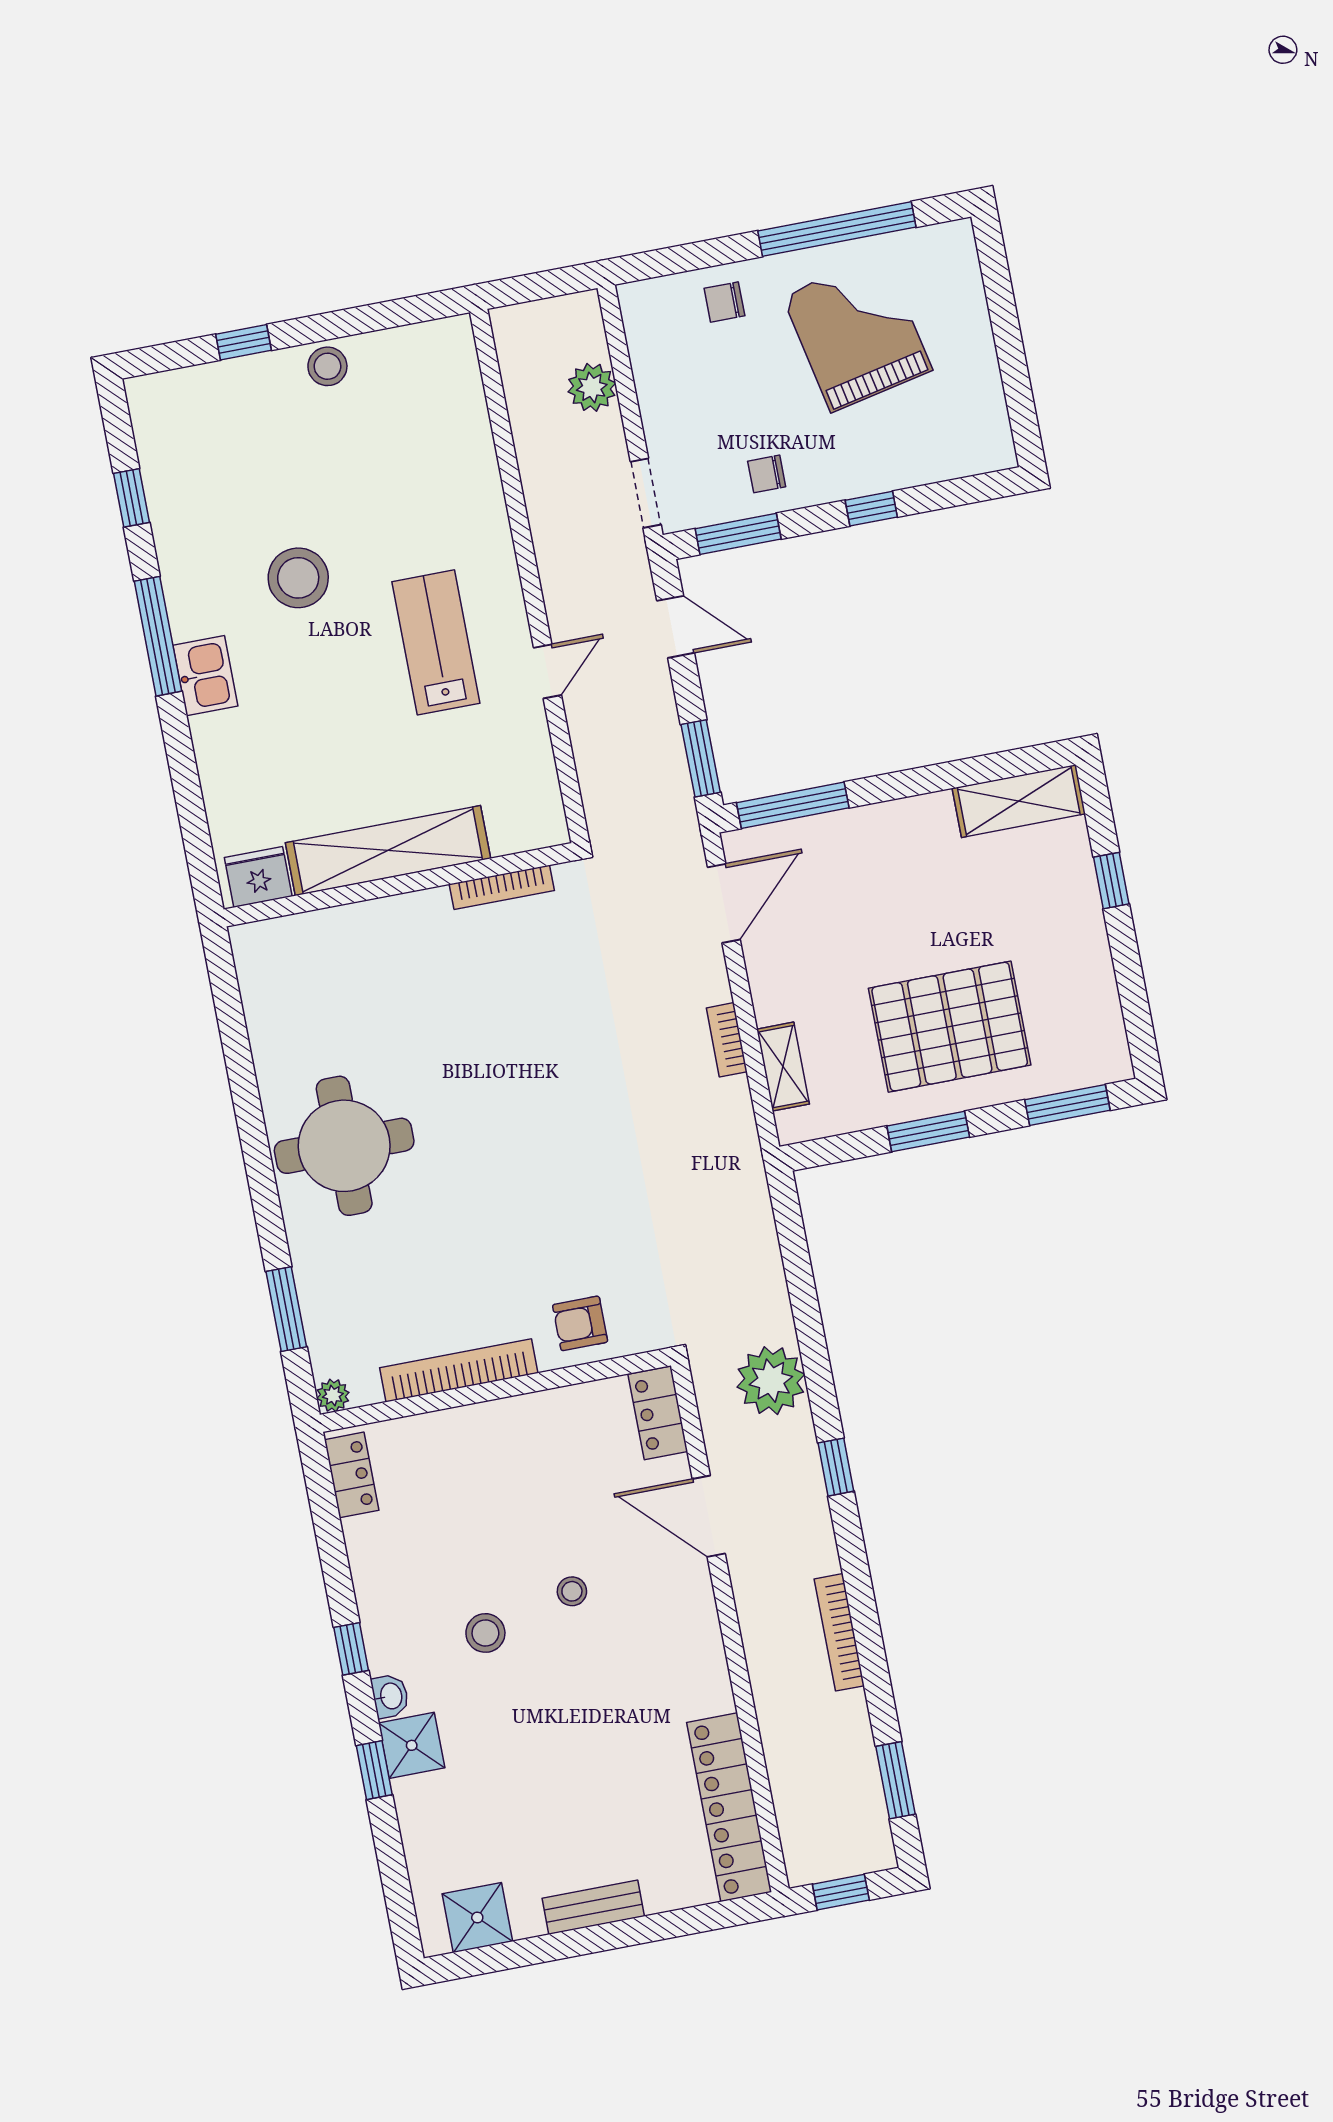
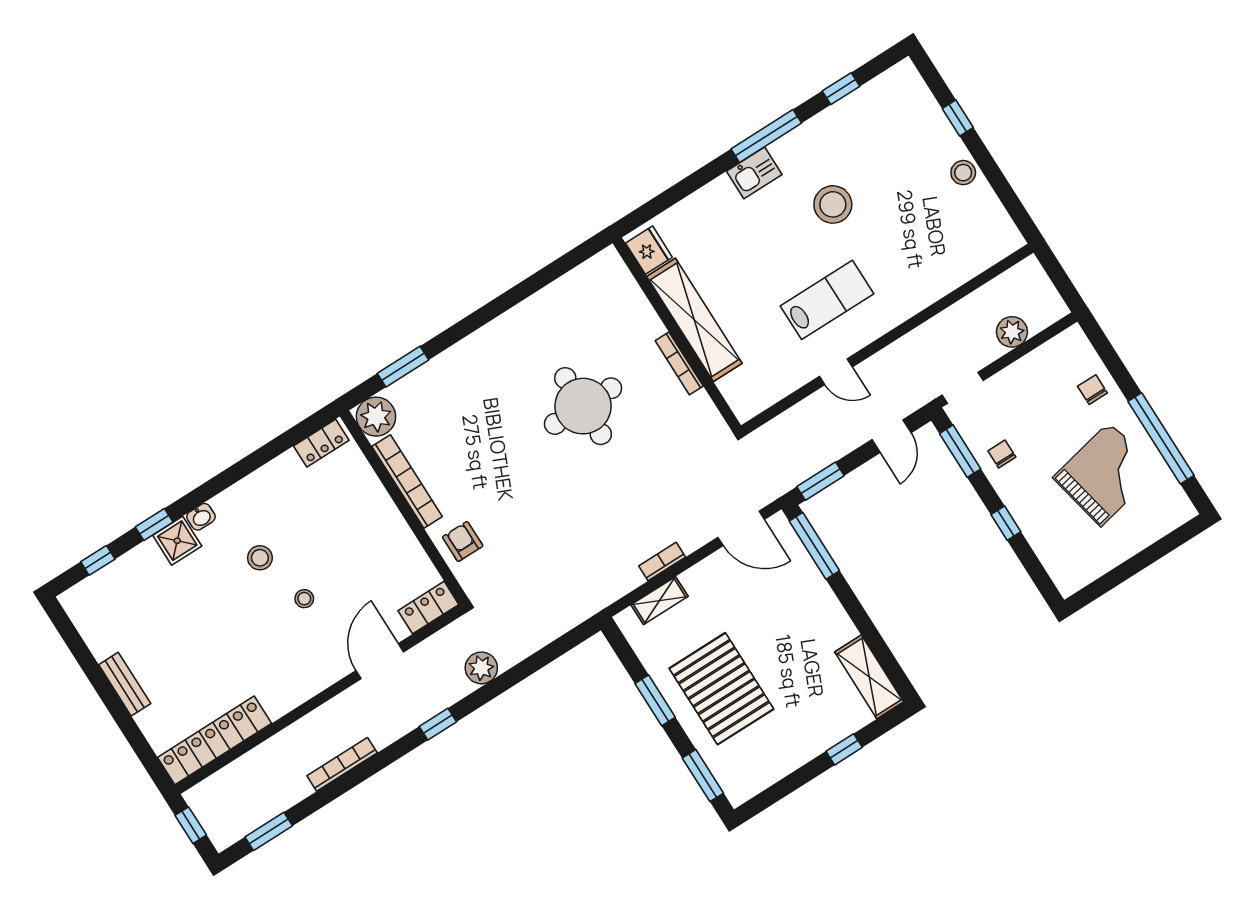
bookcase: (502, 887) -> (679, 363), moved
round table: (344, 1146) -> (583, 406), moved
plant: (771, 1381) -> (481, 668), width x0.73, depth x0.73
plant: (333, 1395) -> (376, 417), width x1.88, depth x1.88
window: (351, 1649) -> (98, 560), moved
shower: (477, 1918) -> (92, 619), removed

